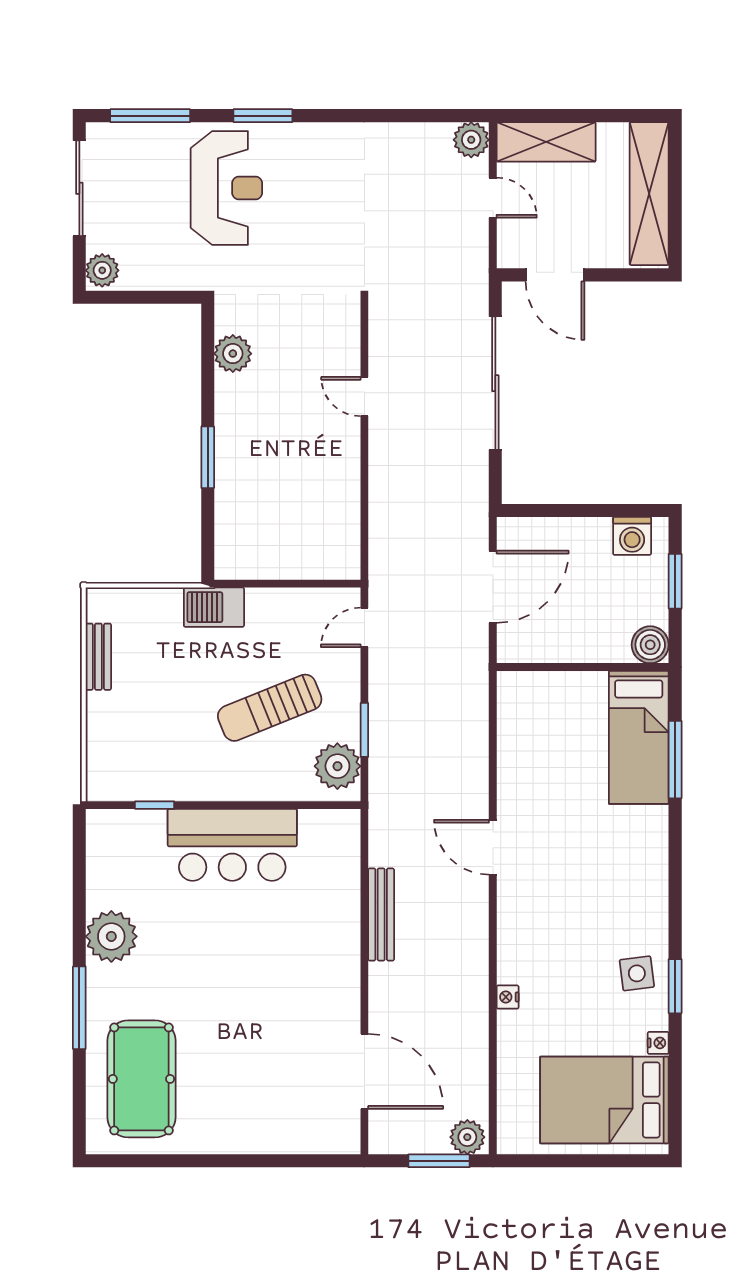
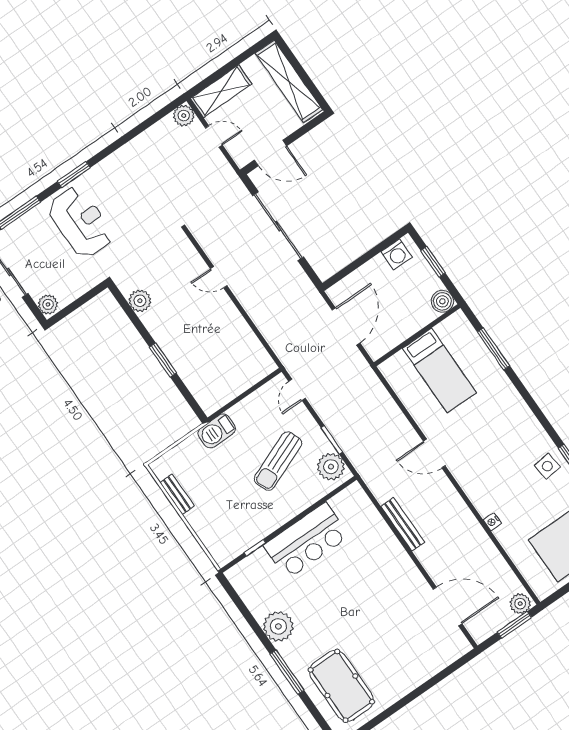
bed: (639, 737) -> (439, 371), moved

